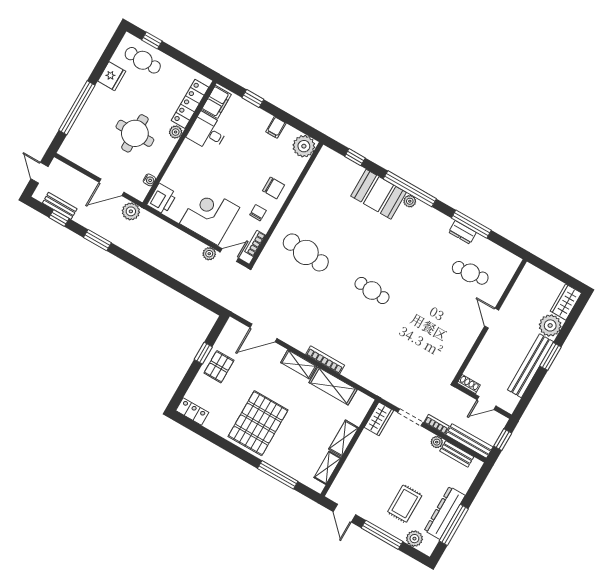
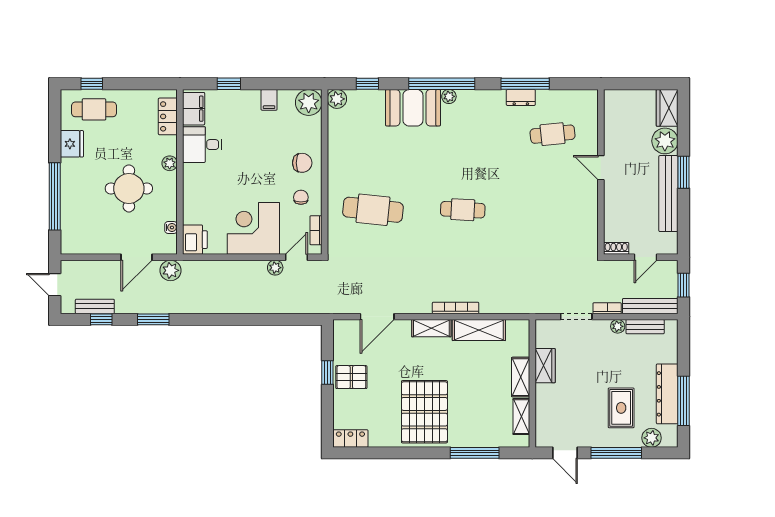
locker: (190, 104) -> (168, 116), width x0.66
plant: (326, 156) -> (337, 99), added
pallet: (219, 367) -> (351, 377), turned 90
wardrobe: (379, 419) -> (545, 366), moved

